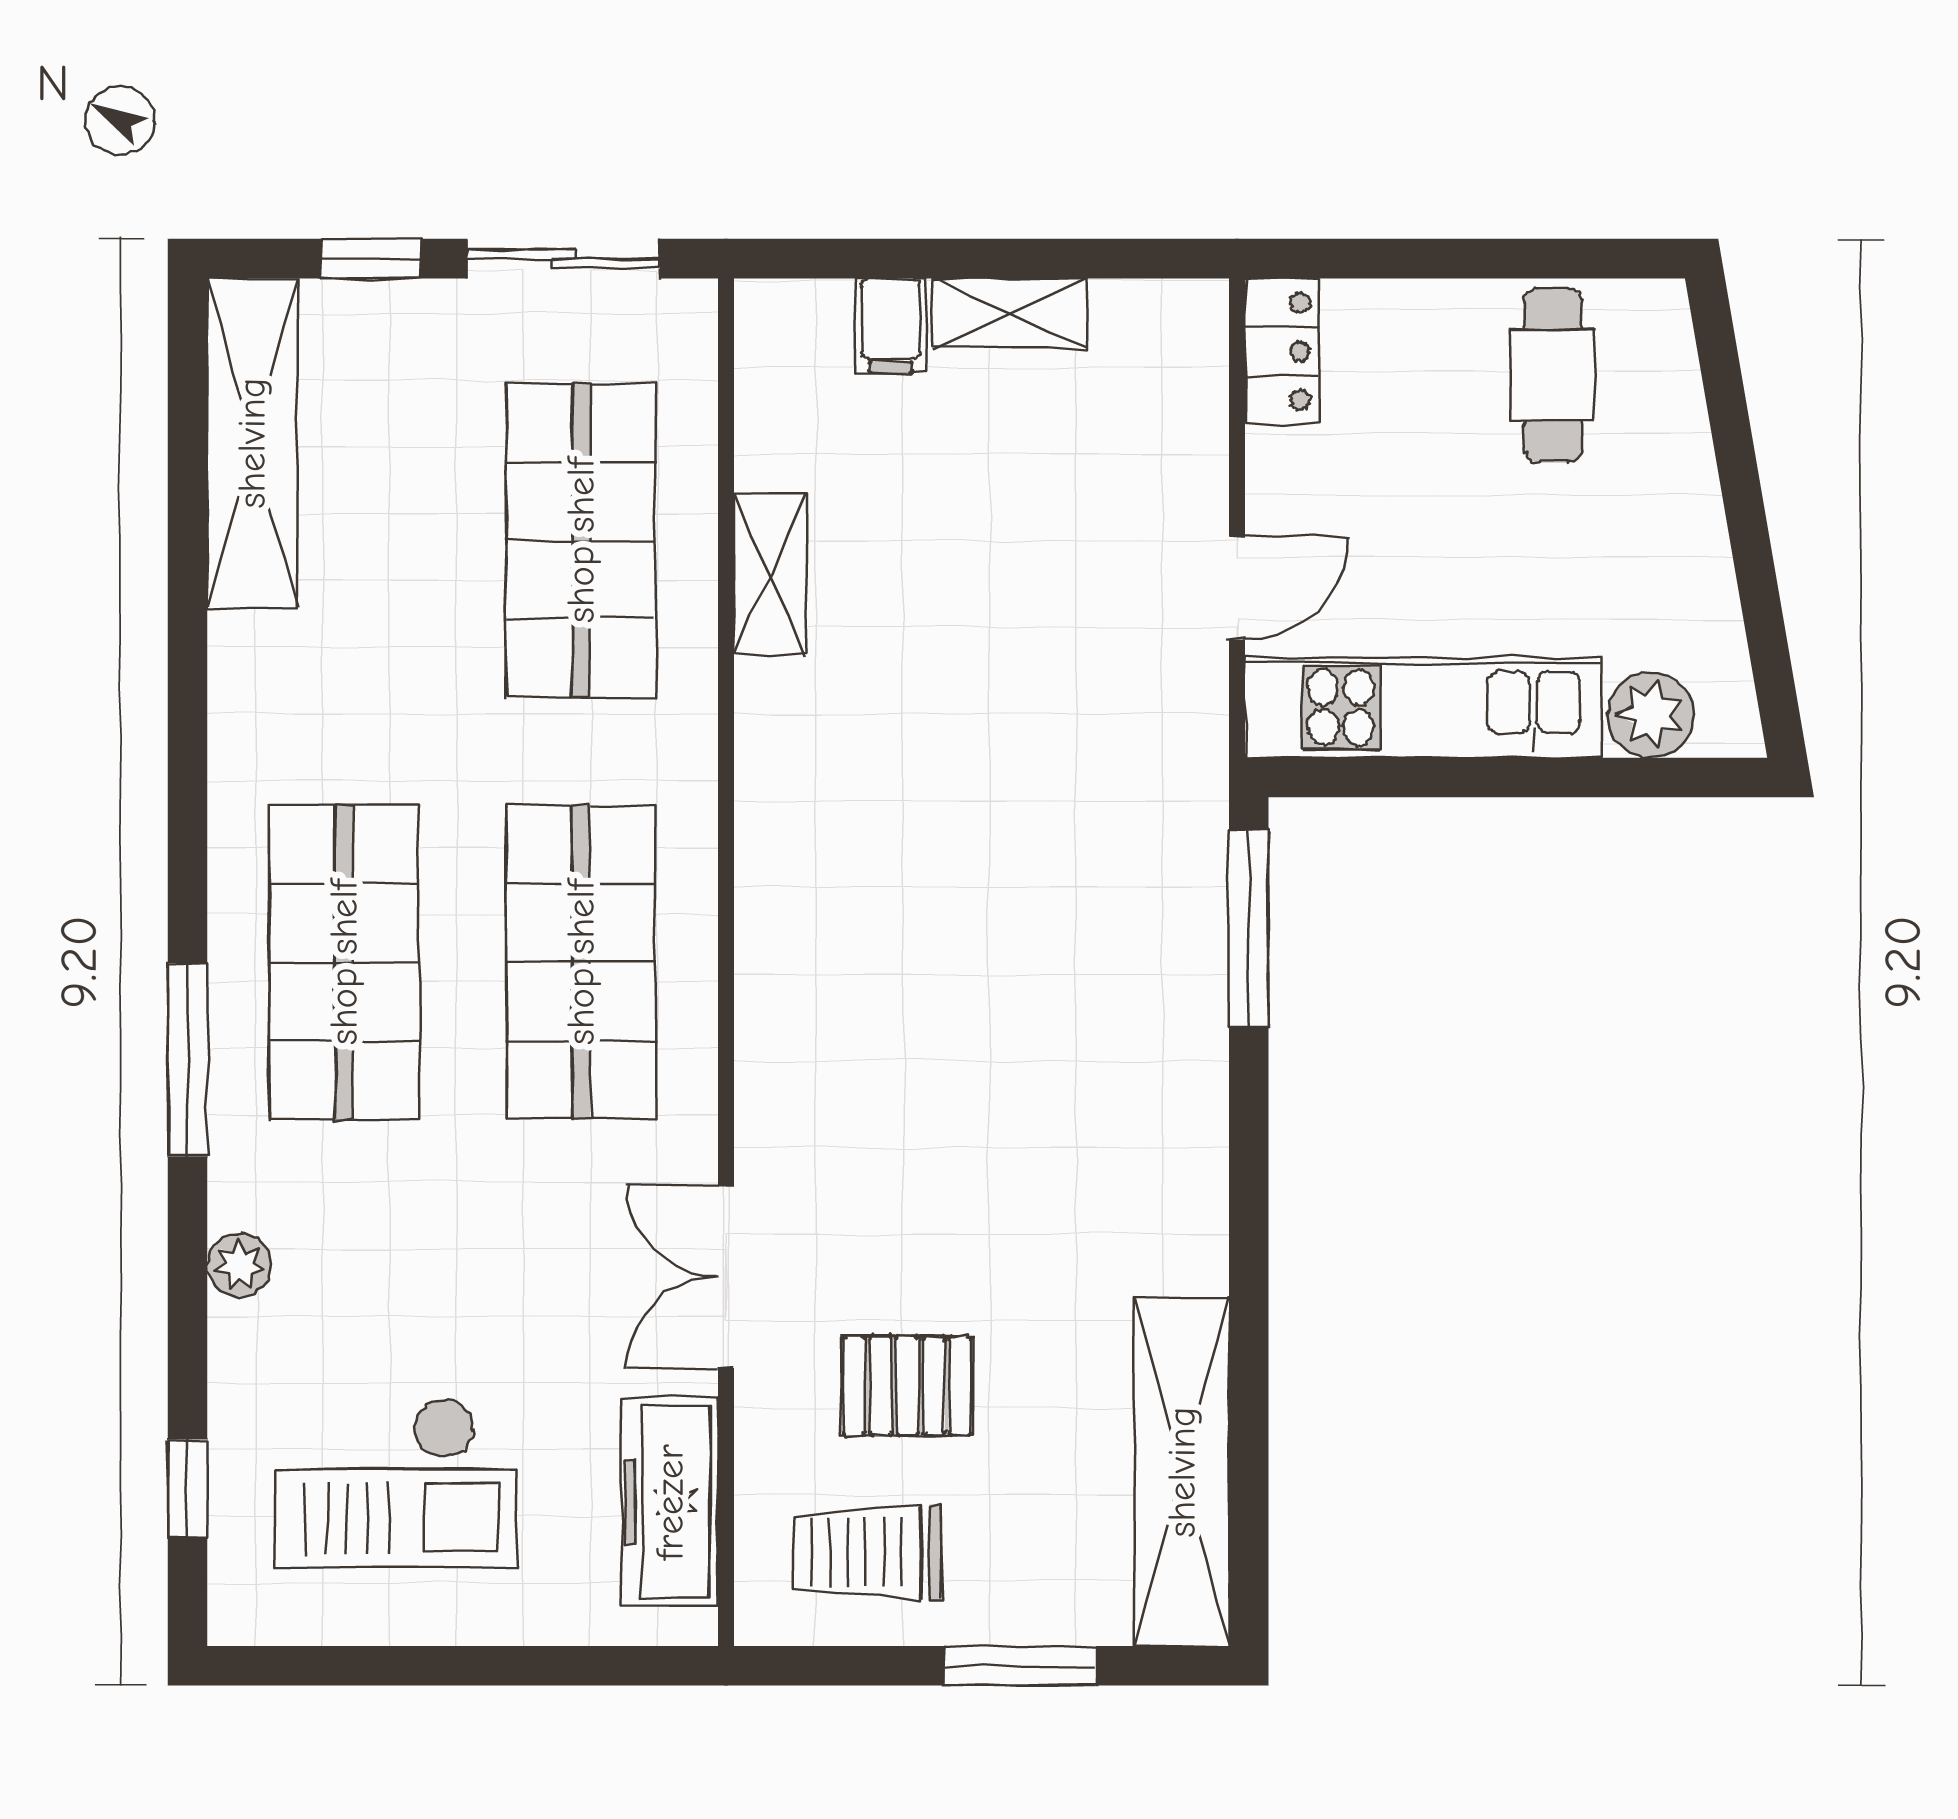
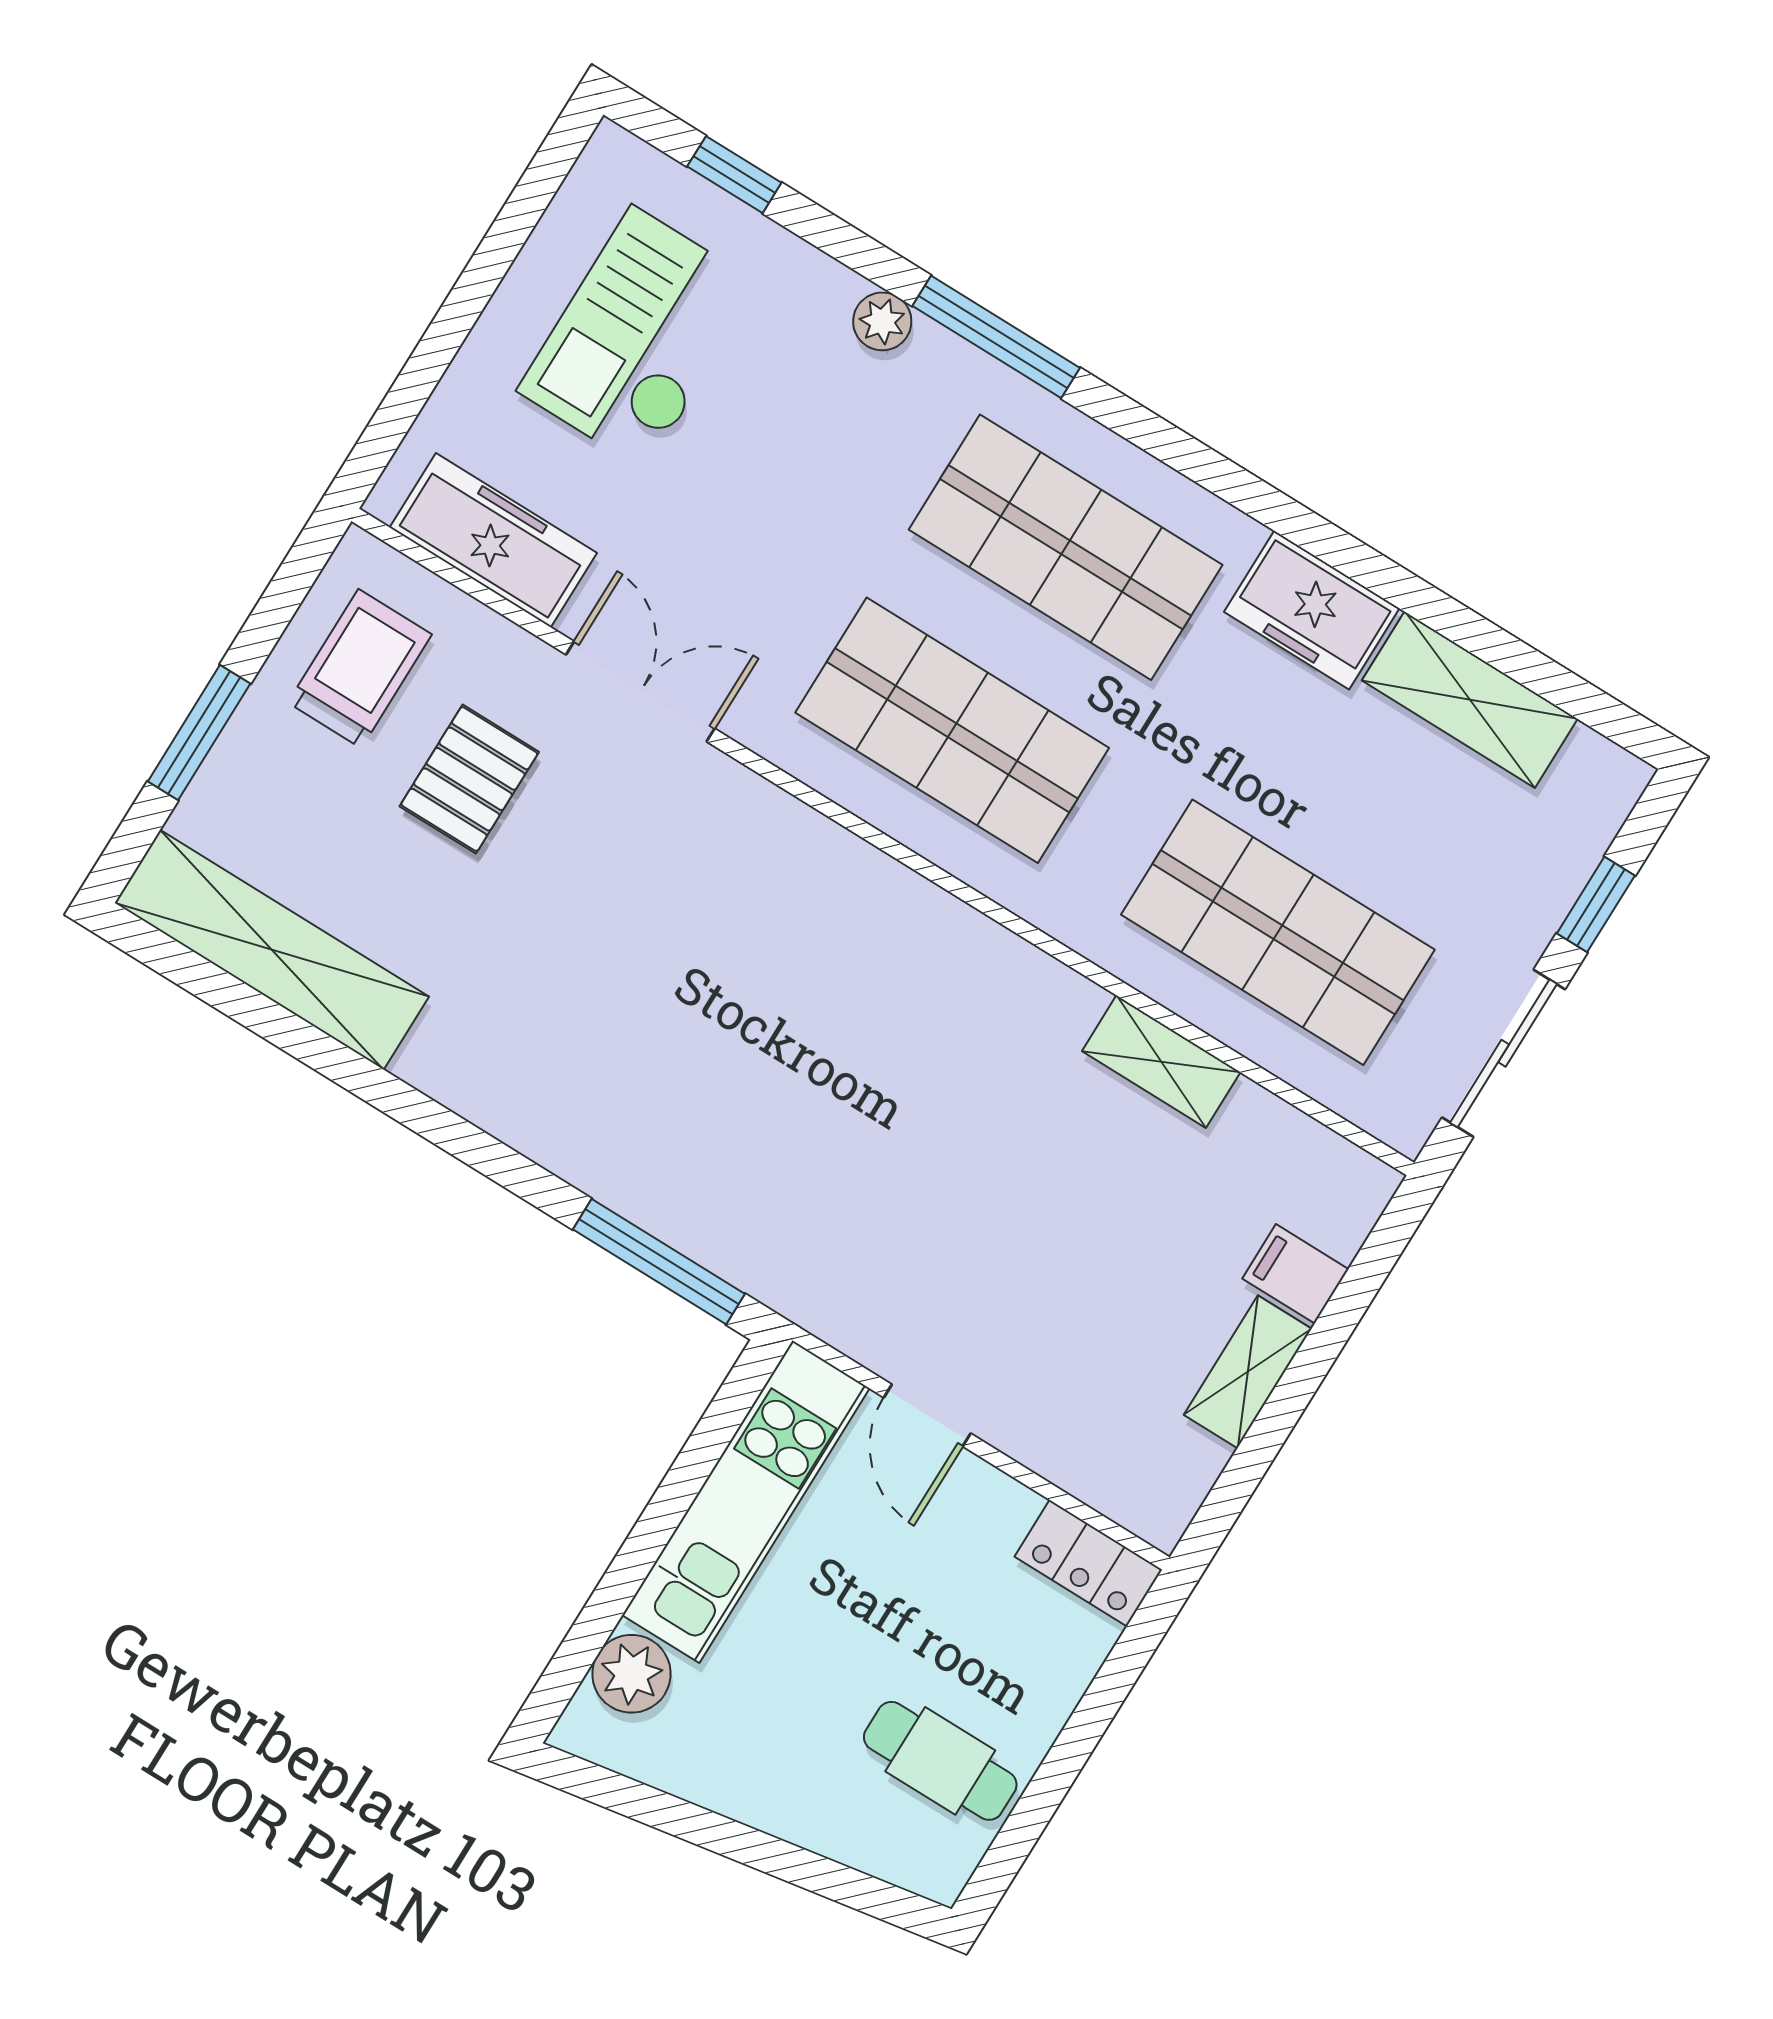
shelving: (252, 443) -> (1470, 700), width x0.68
freezer: (260, 695) -> (1312, 610), added
window: (187, 1060) -> (996, 337), moved

